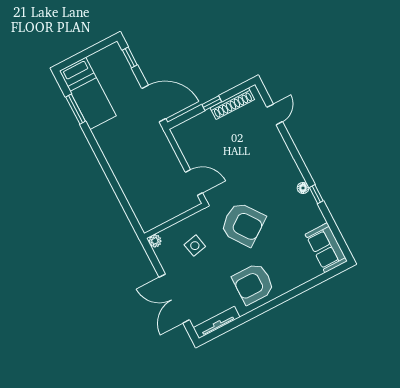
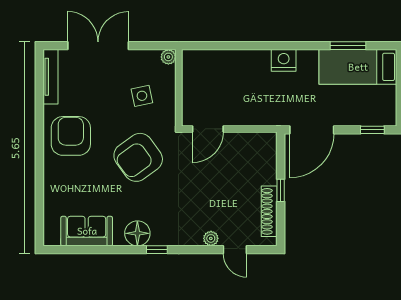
plant: (276, 137) -> (211, 238), added
nightstand: (112, 152) -> (284, 60), added
floor lamp: (303, 188) -> (137, 233), width x1.89, depth x1.89
window: (316, 194) -> (157, 250), moved
sofa: (326, 248) -> (87, 231), moved

